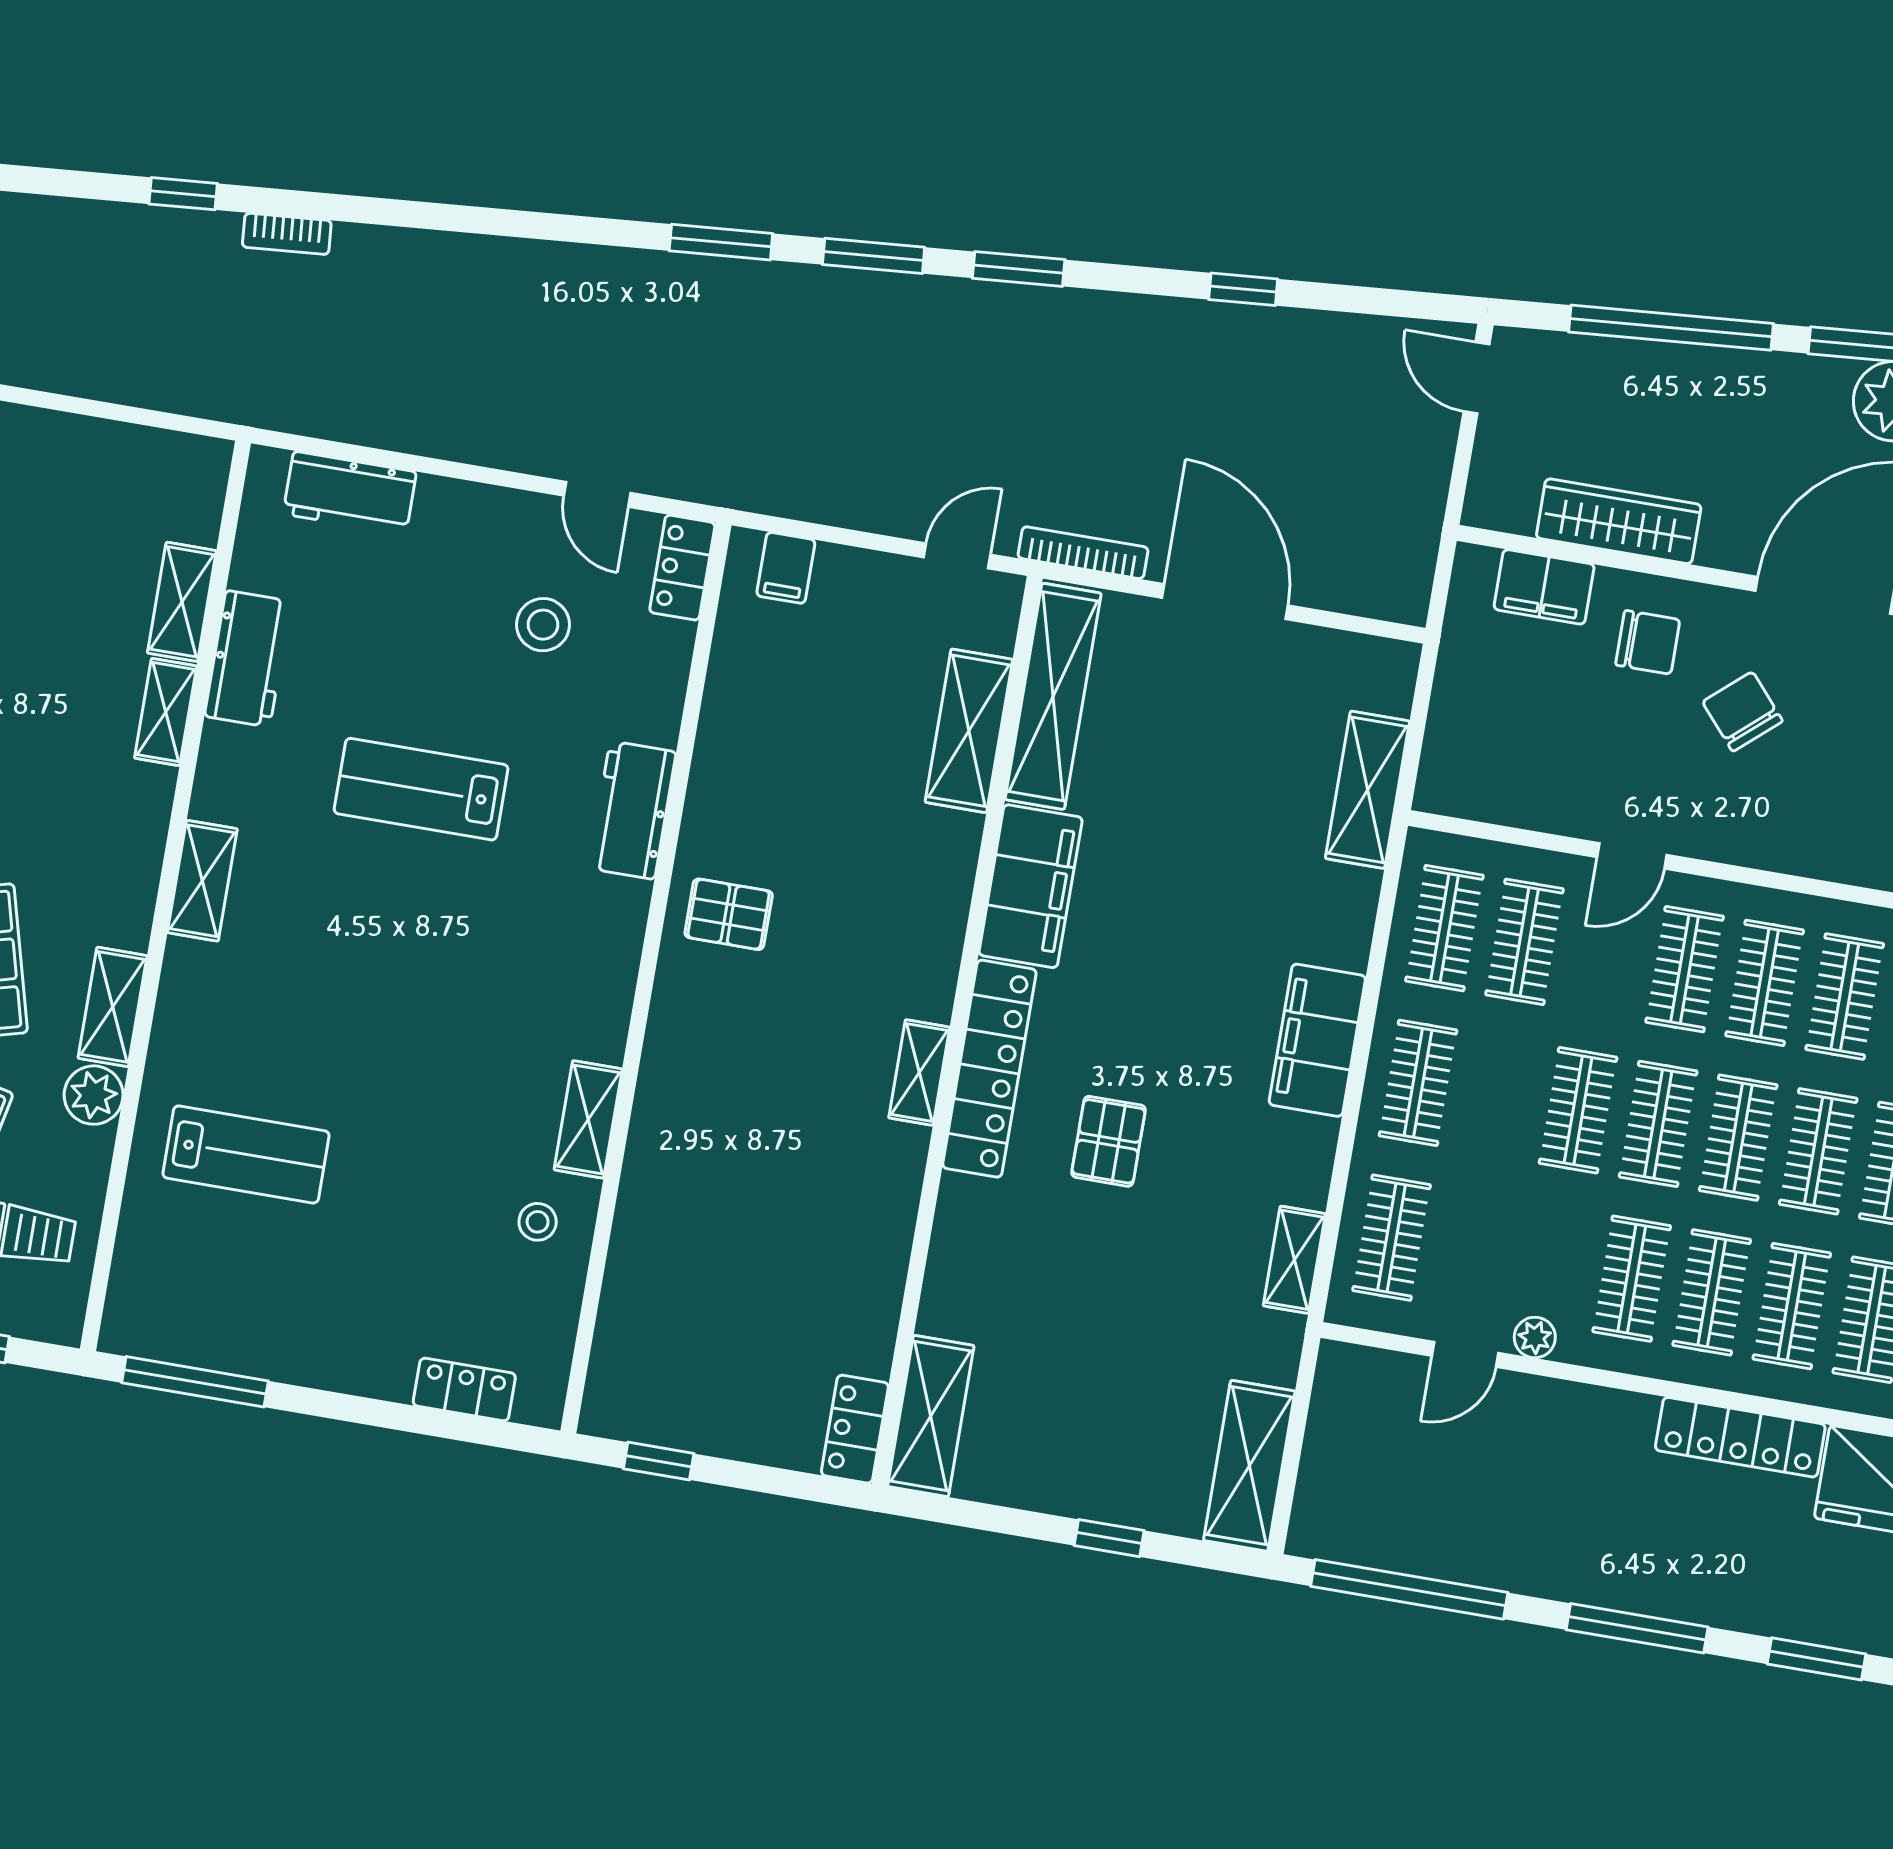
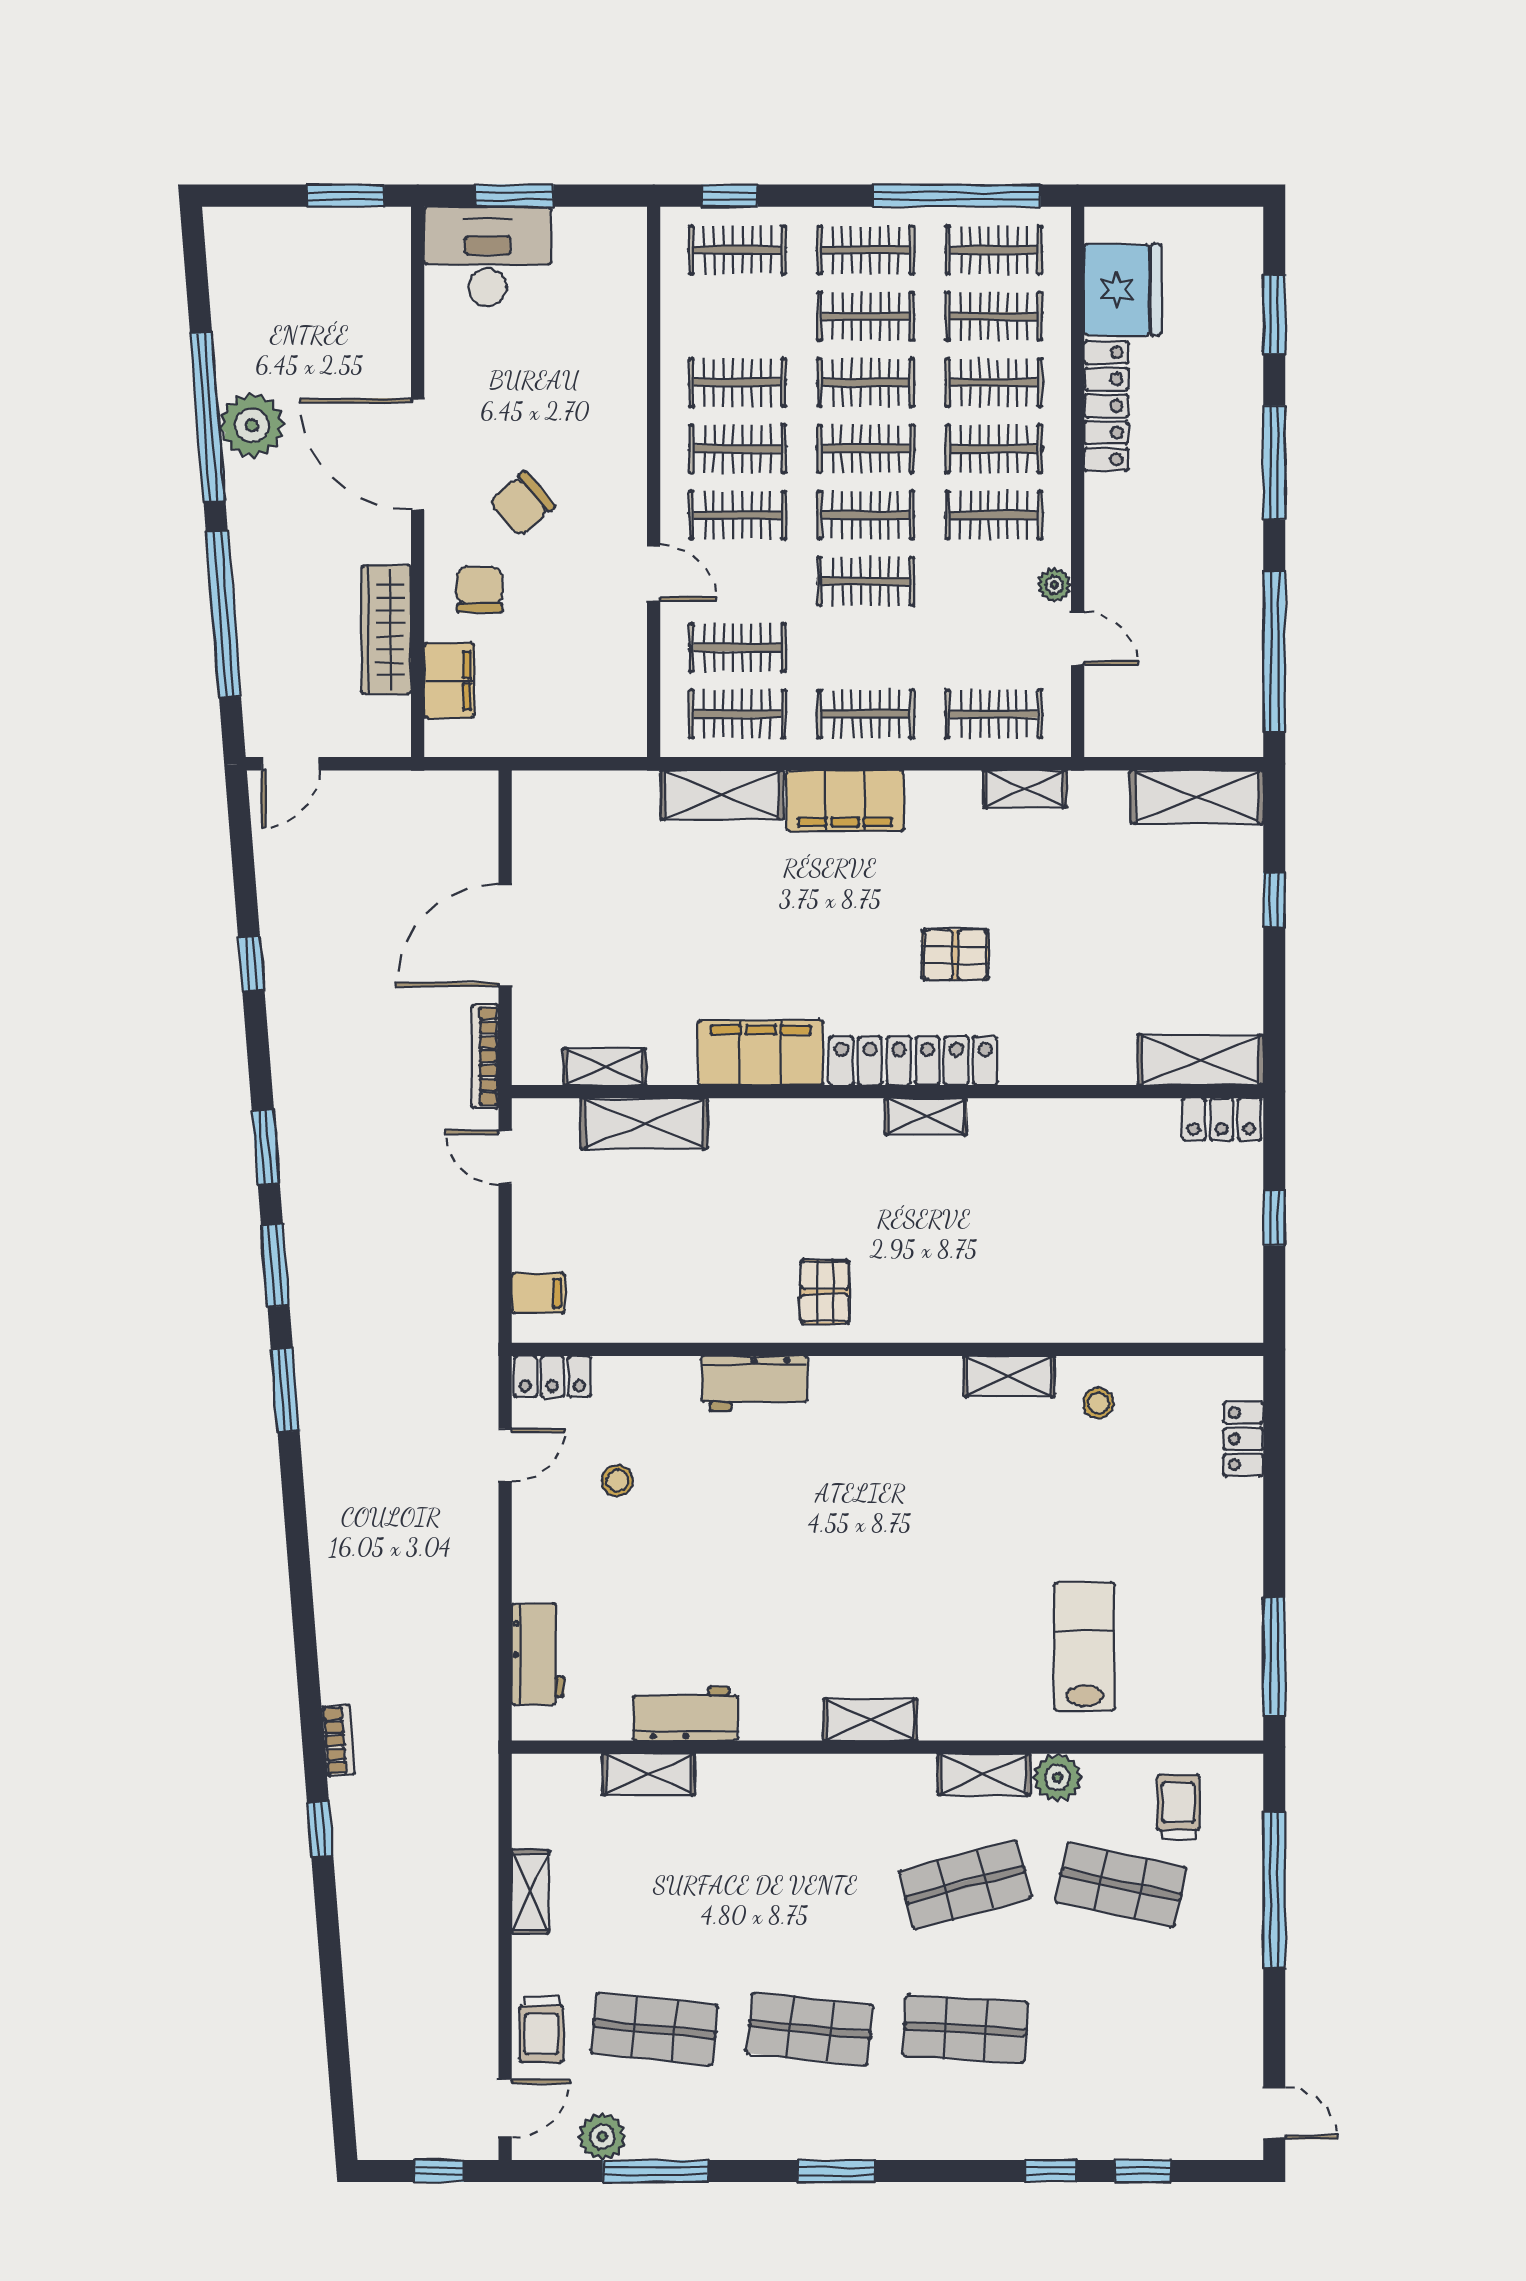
stool: (543, 625) -> (617, 1481), width x0.73, depth x0.73
shelving: (1053, 696) -> (605, 1067), width x0.45, depth x0.75
shelving: (166, 712) -> (530, 1892), moved, turned 90
lab bench: (421, 789) -> (766, 1556), removed
shelving: (1367, 790) -> (722, 795), moved
window: (659, 1461) -> (1274, 1218), moved

